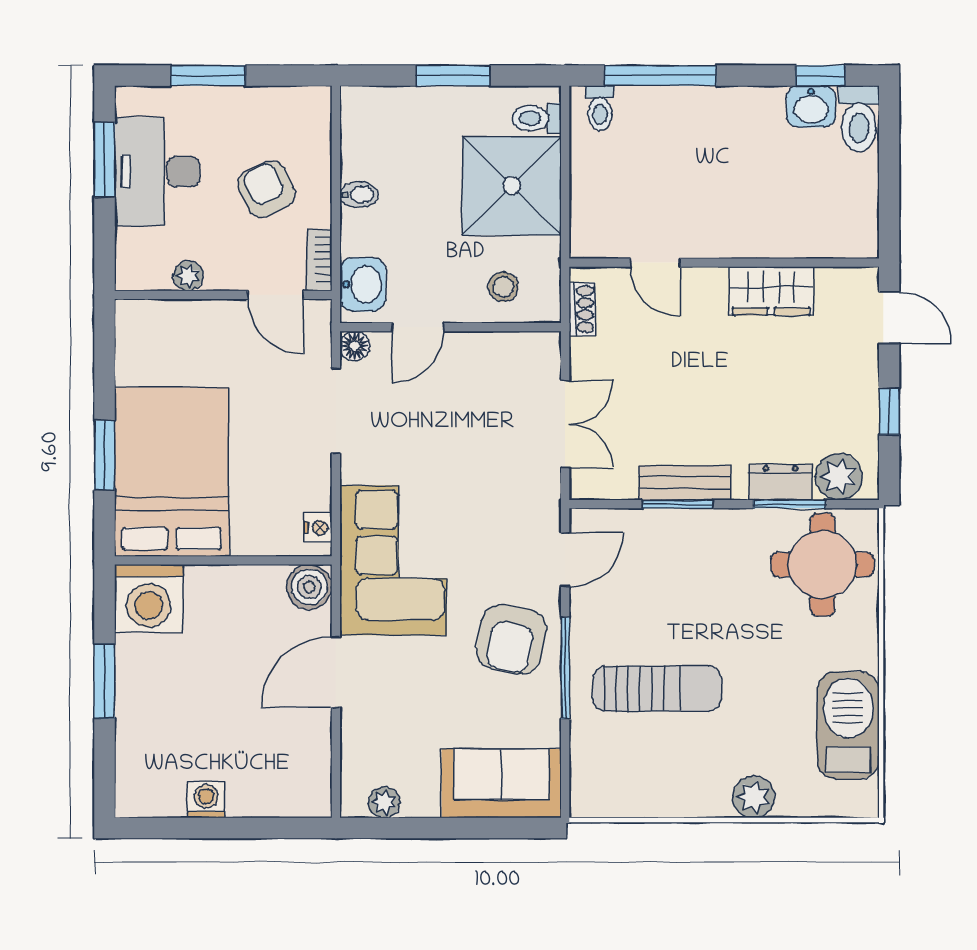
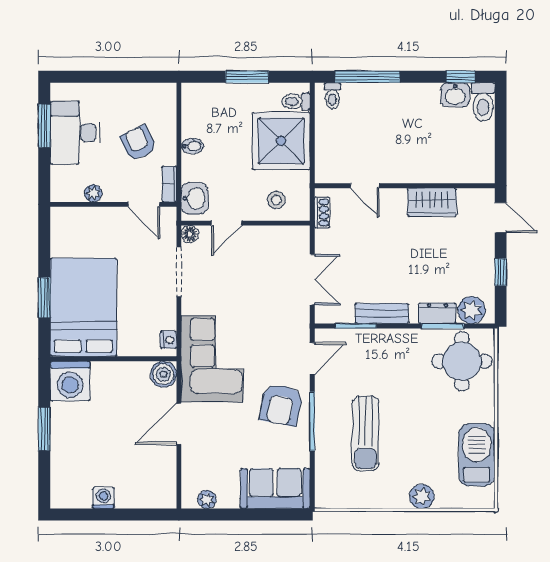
window: (208, 76) -> (105, 77), removed
window: (678, 504) -> (356, 326), moved
sun lounger: (657, 689) -> (366, 433), turned 90

